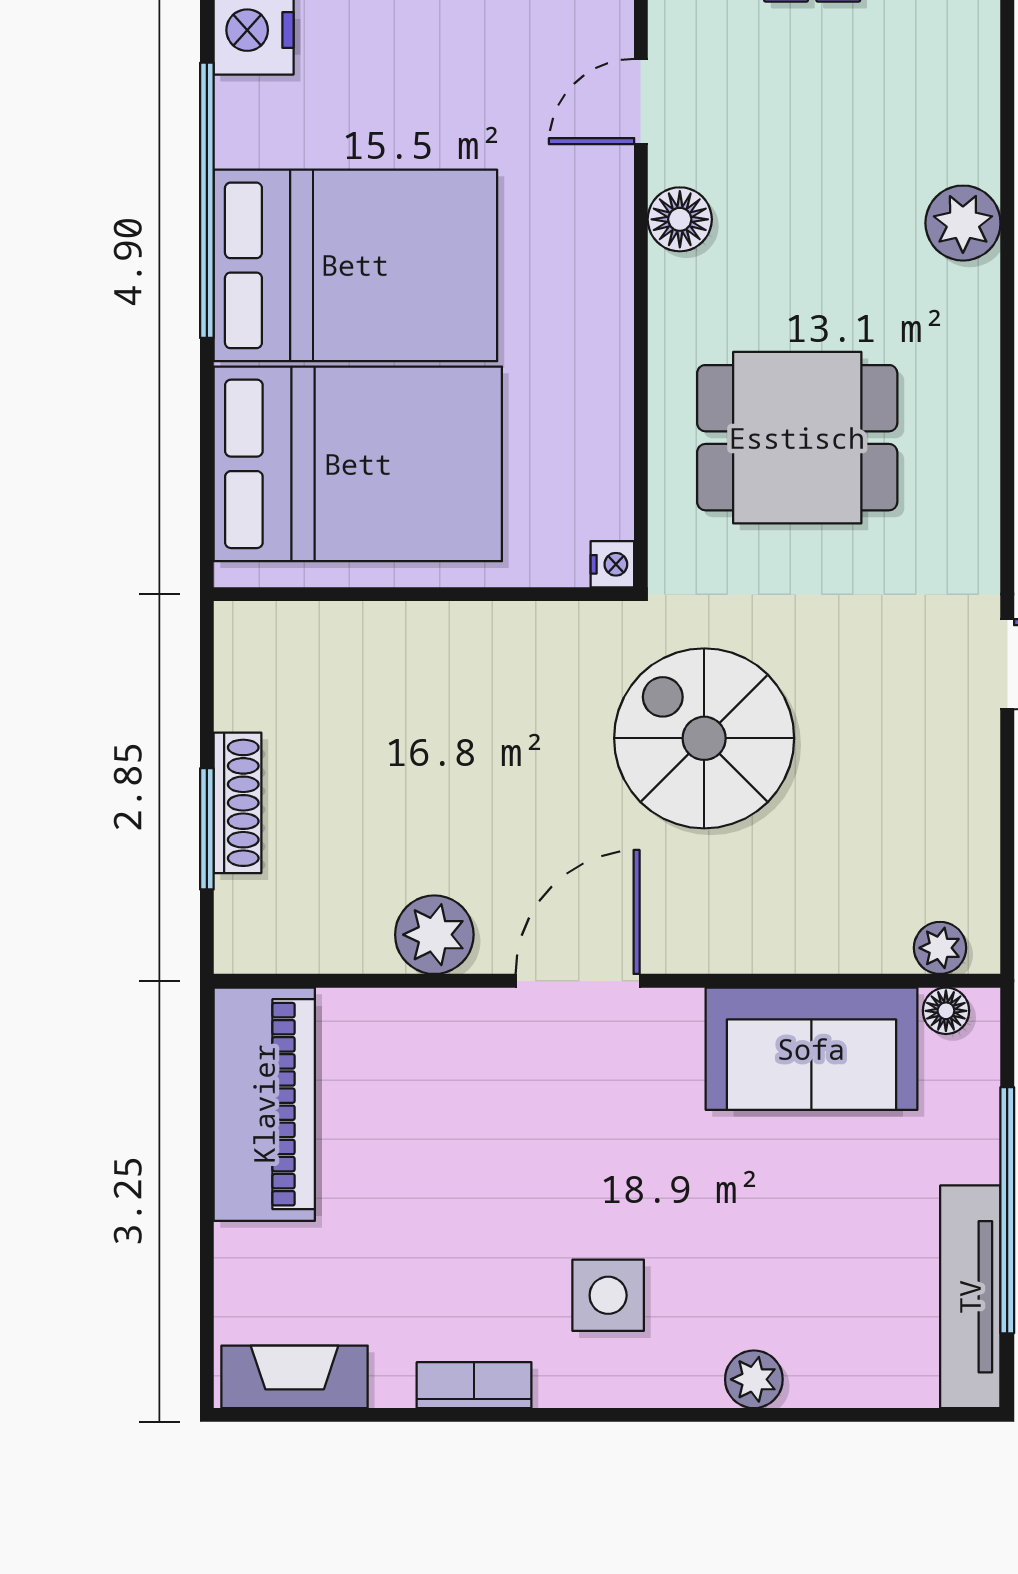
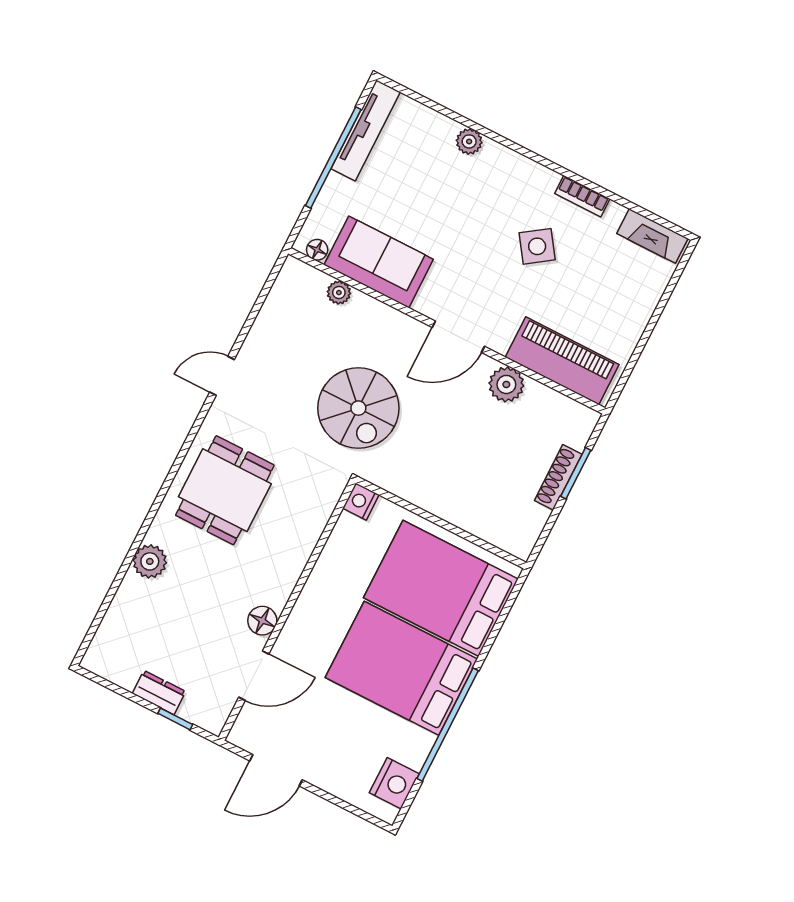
door: (641, 102) -> (254, 676), width x1.38
dining table: (797, 438) -> (225, 490), moved, turned 90
nightstand: (612, 564) -> (361, 502), width x1.39, depth x1.35
plant: (940, 948) -> (339, 293), moved
piano: (264, 1104) -> (562, 361), moved, turned 90
side table: (608, 1295) -> (537, 246), moved, turned -35

